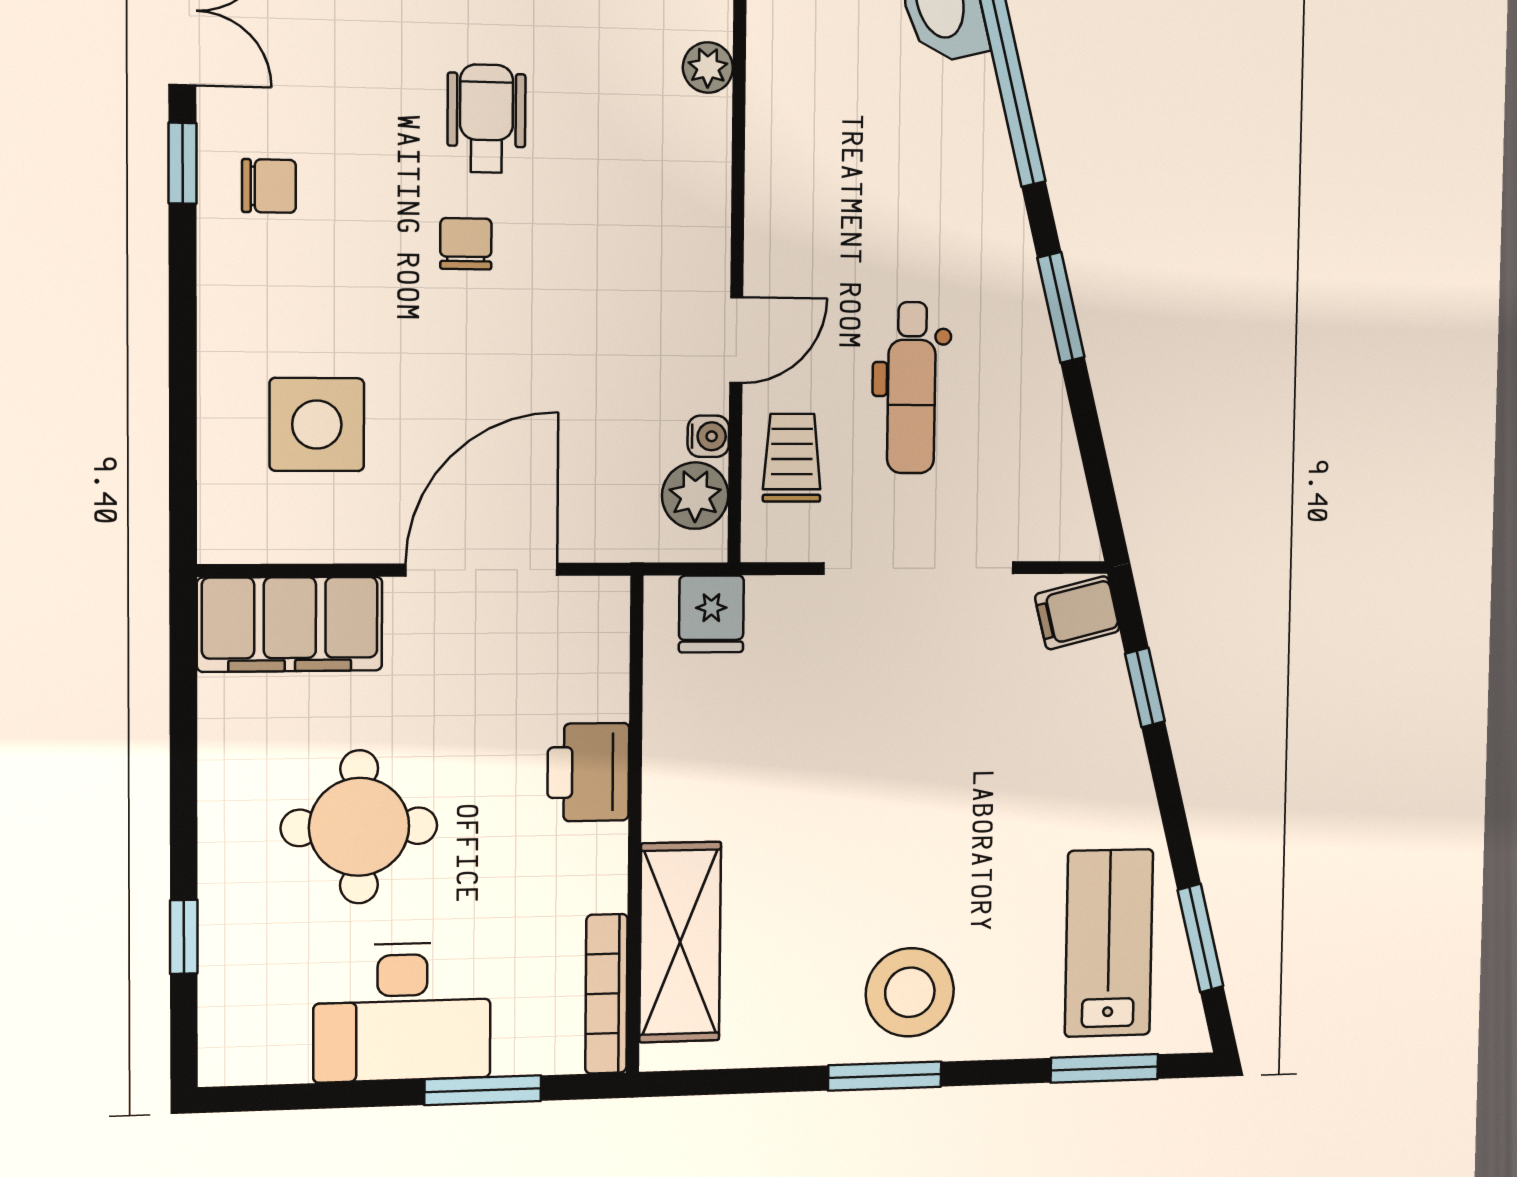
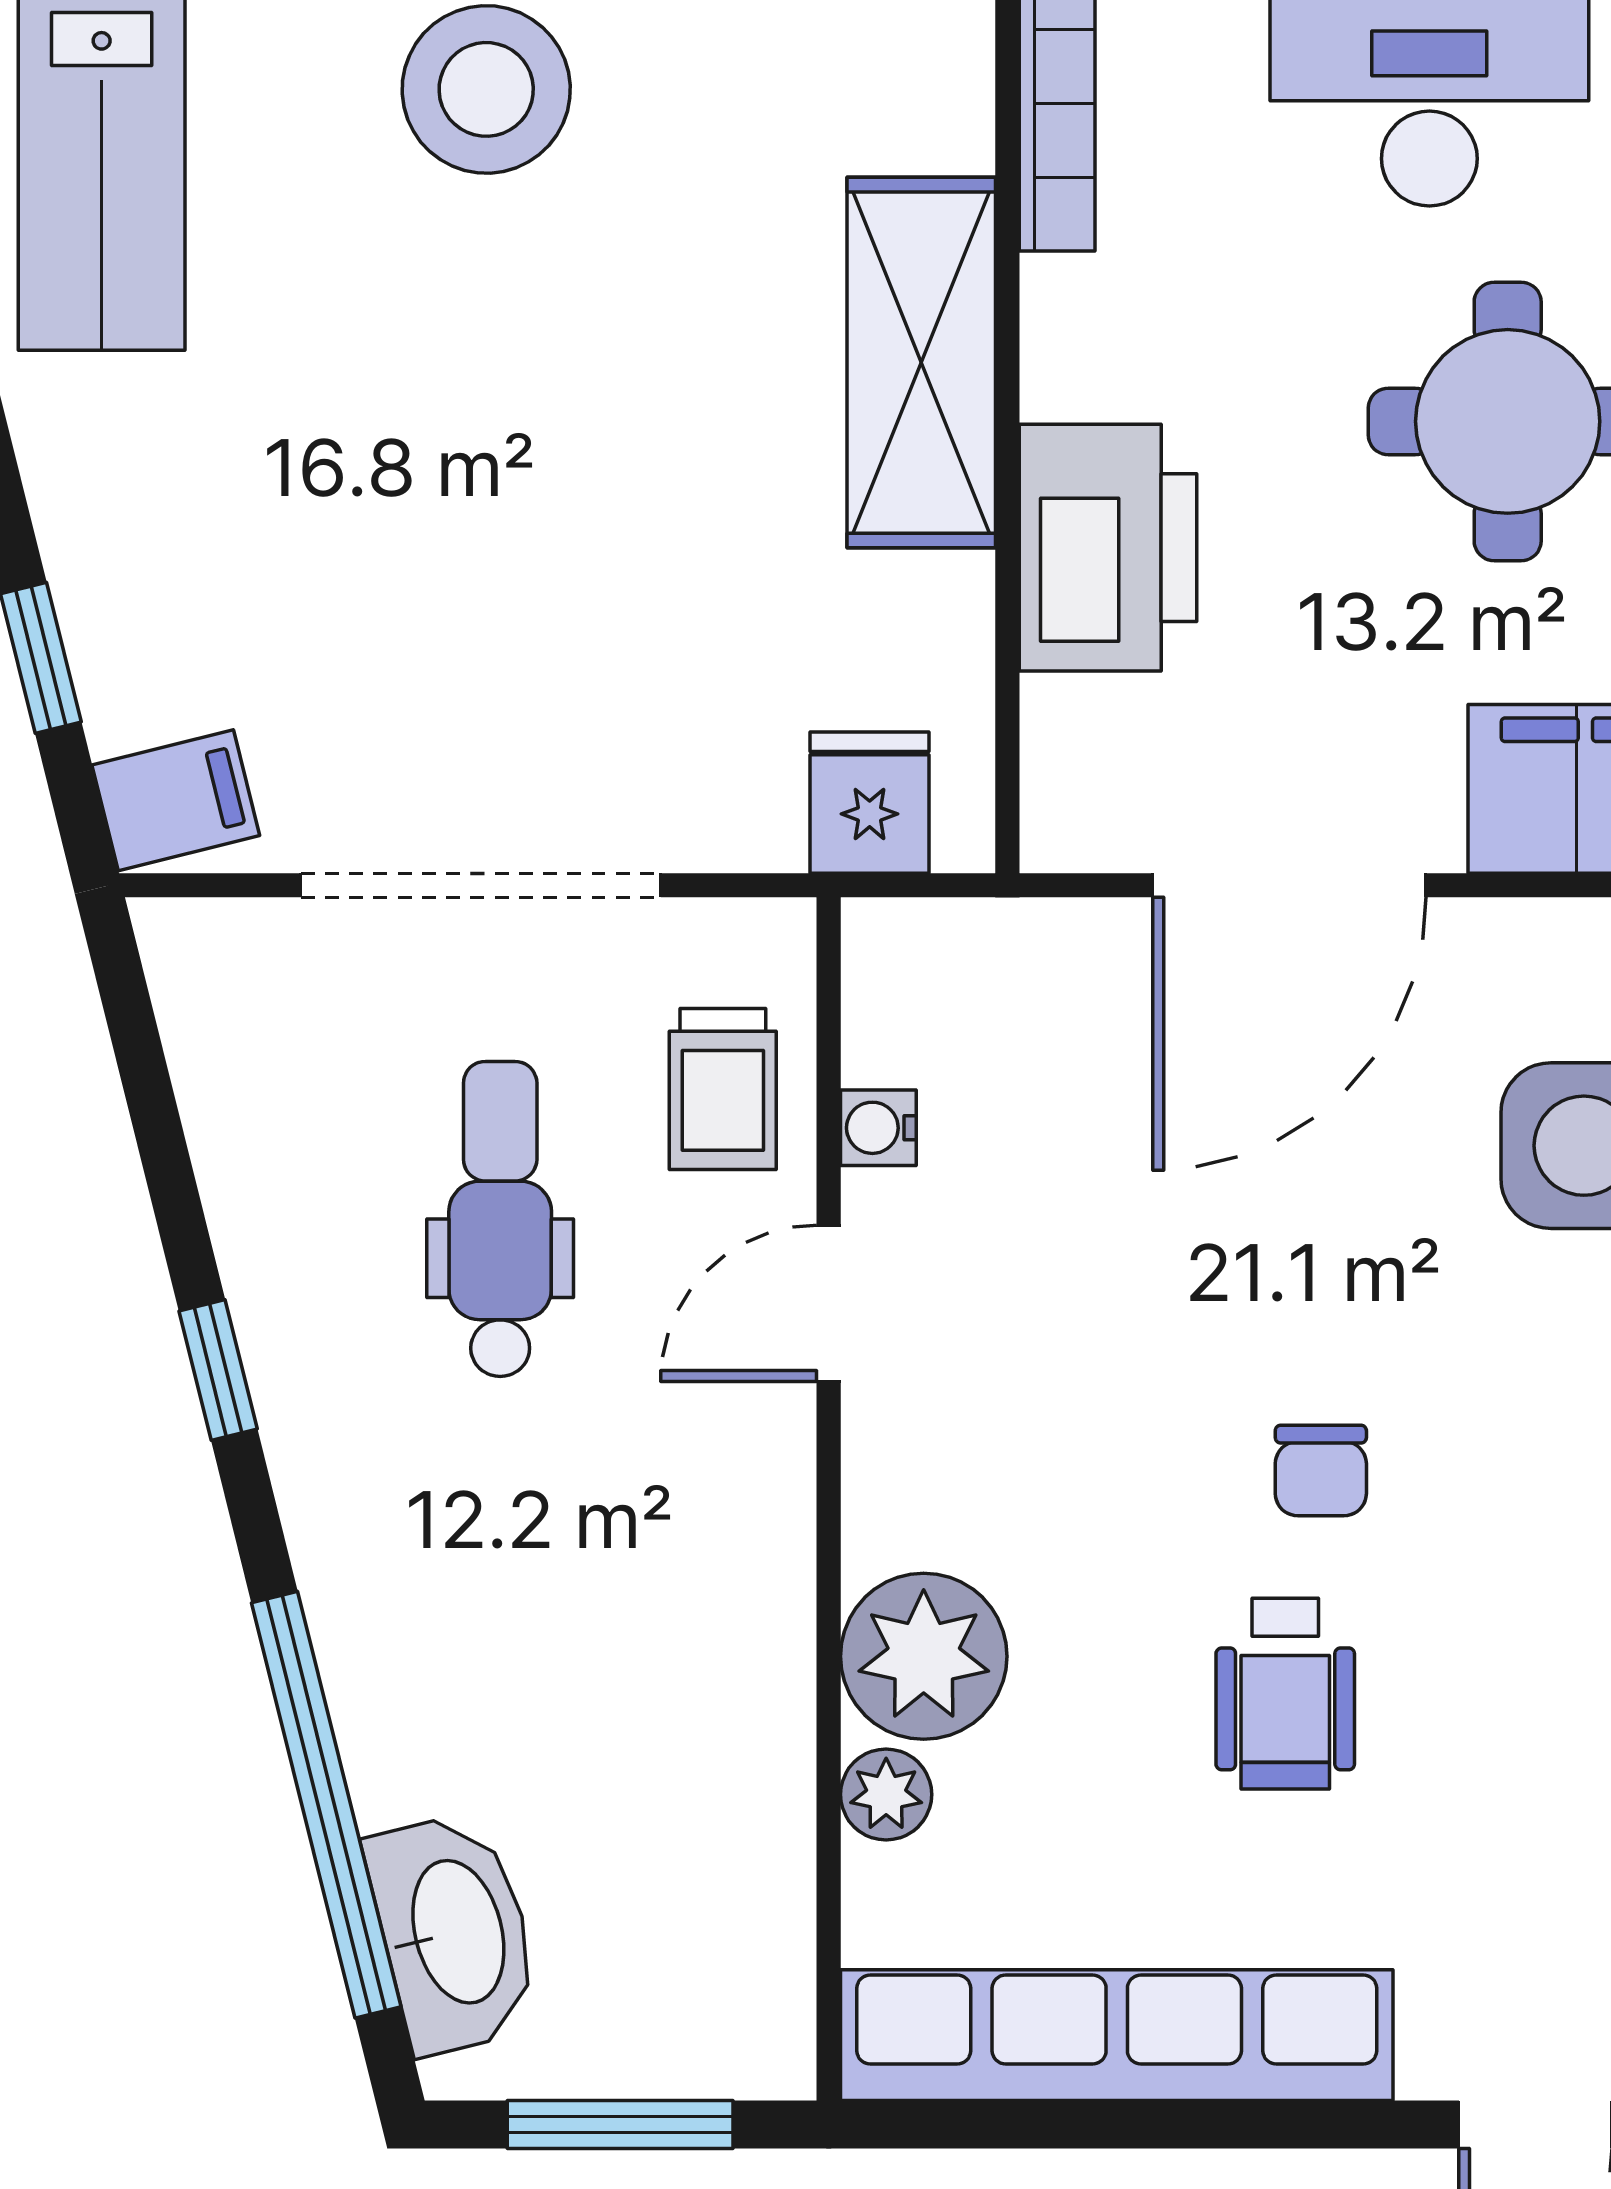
window: (1061, 307) -> (218, 1370), width x0.67
plant: (695, 496) -> (924, 1656), moved, width x1.36, depth x1.36
printer: (588, 772) -> (1108, 548), width x1.37, depth x1.19
shelving: (680, 942) -> (921, 363), moved

